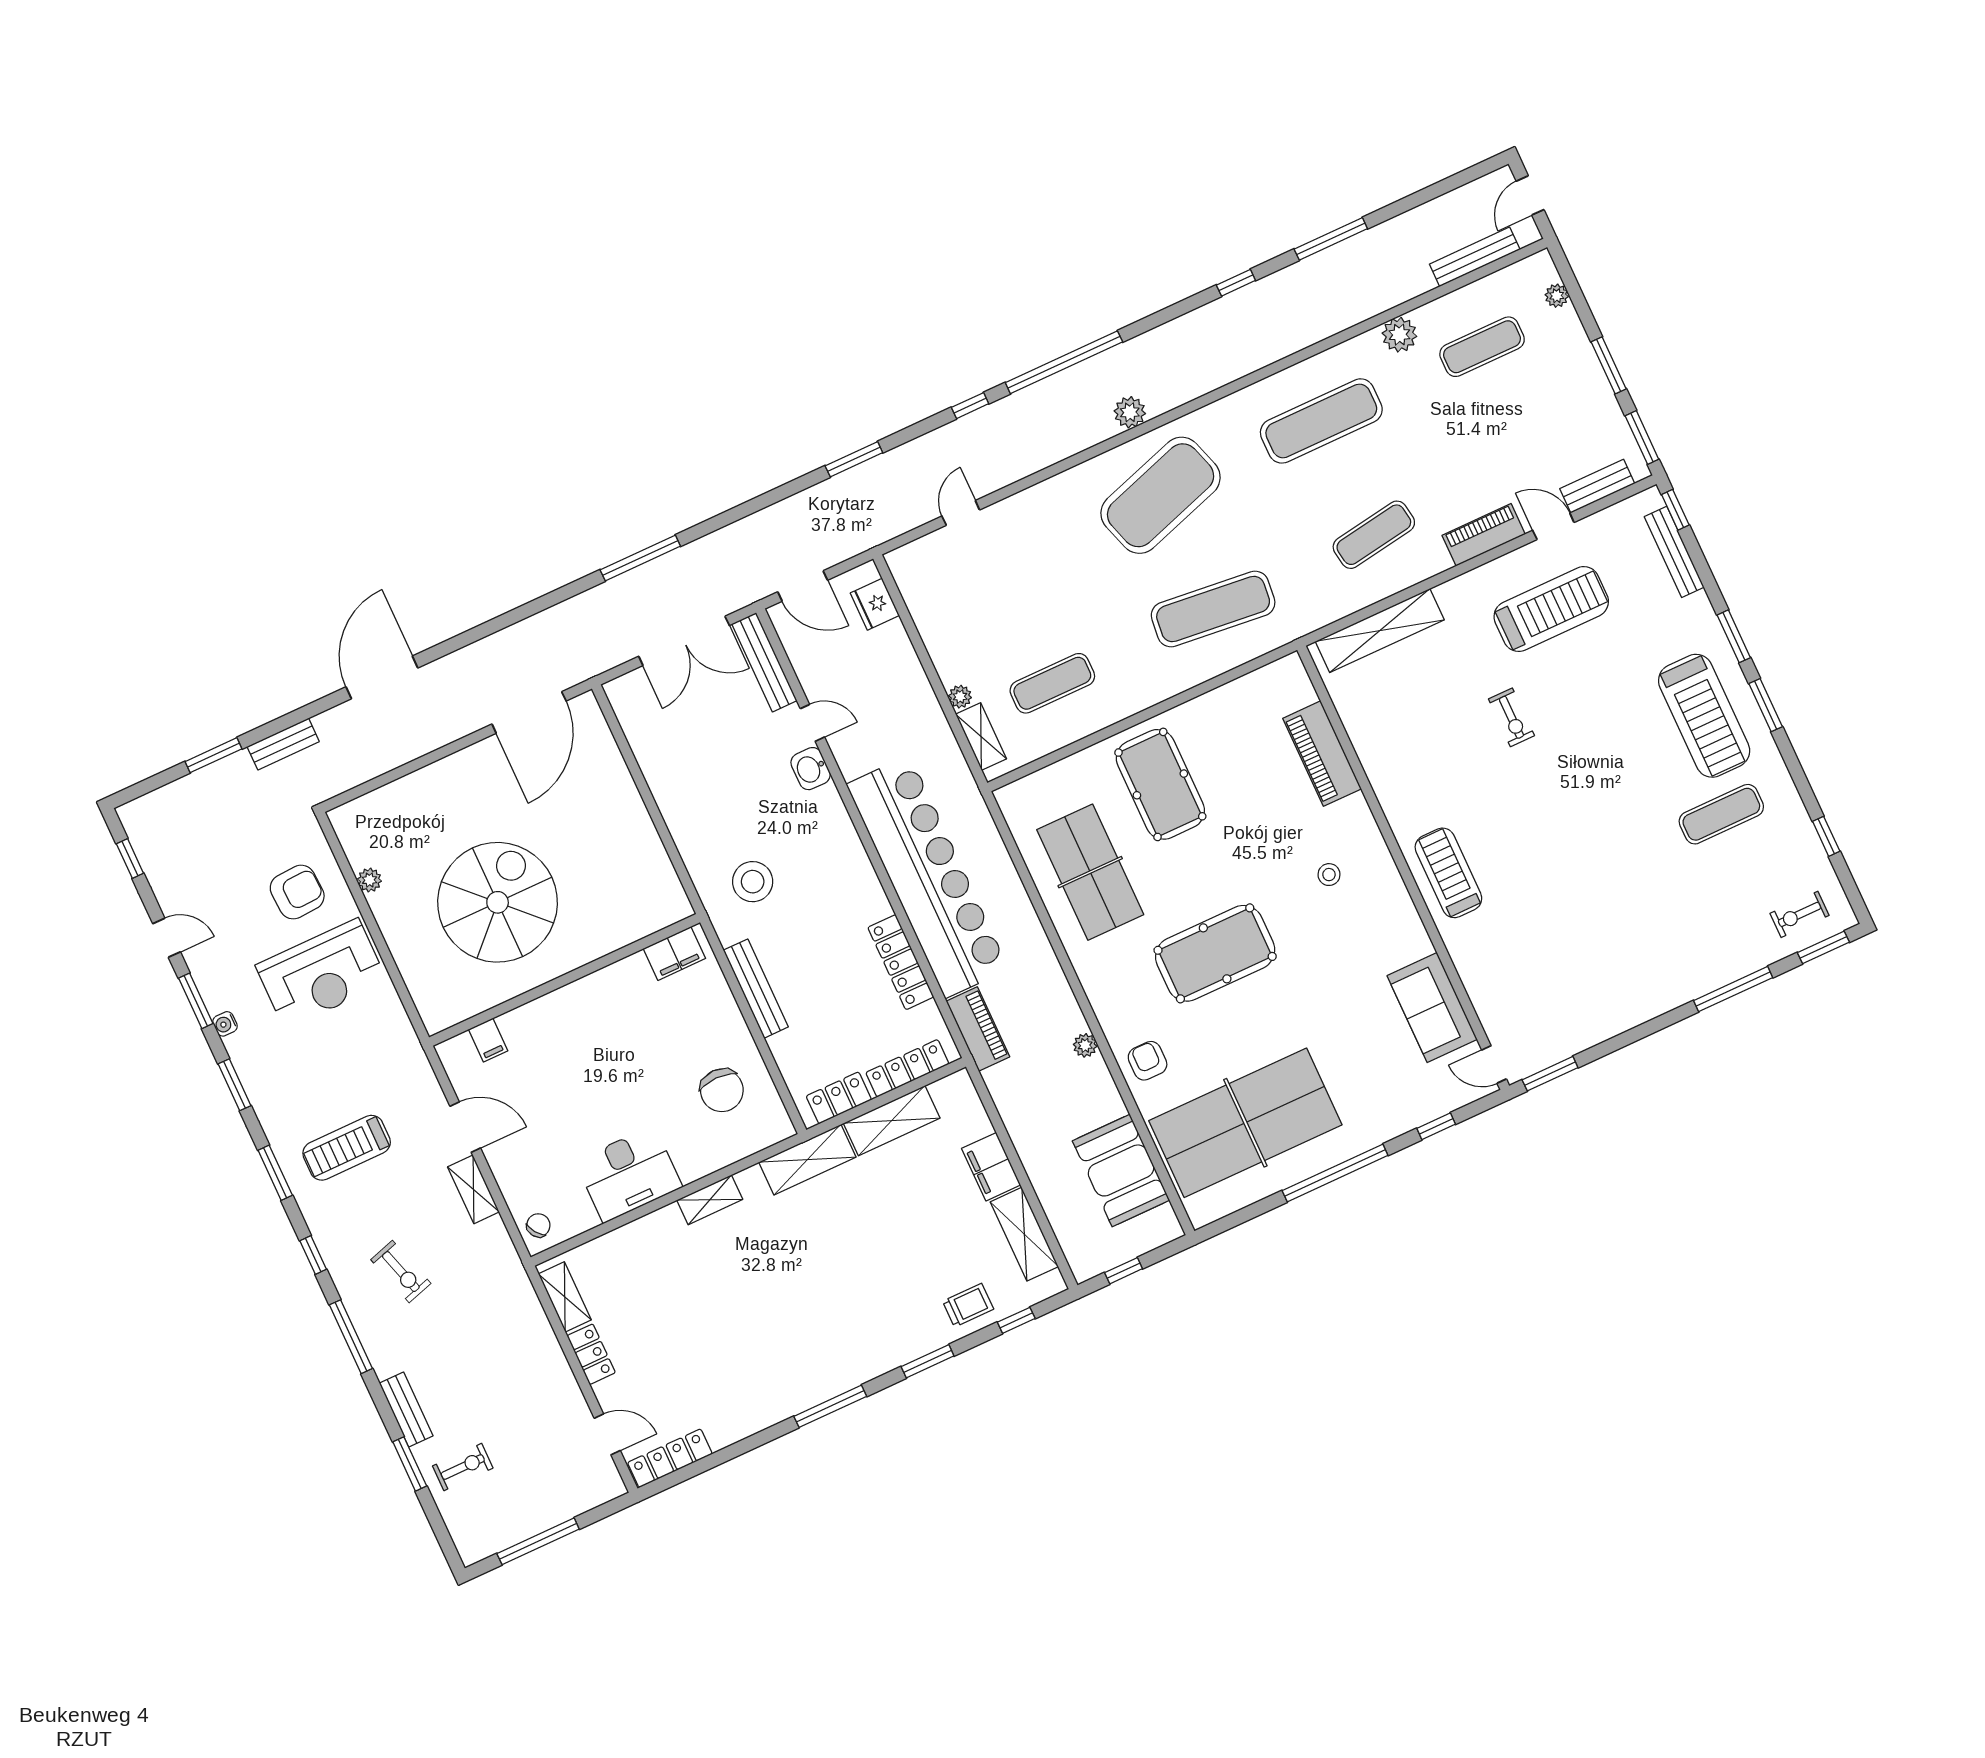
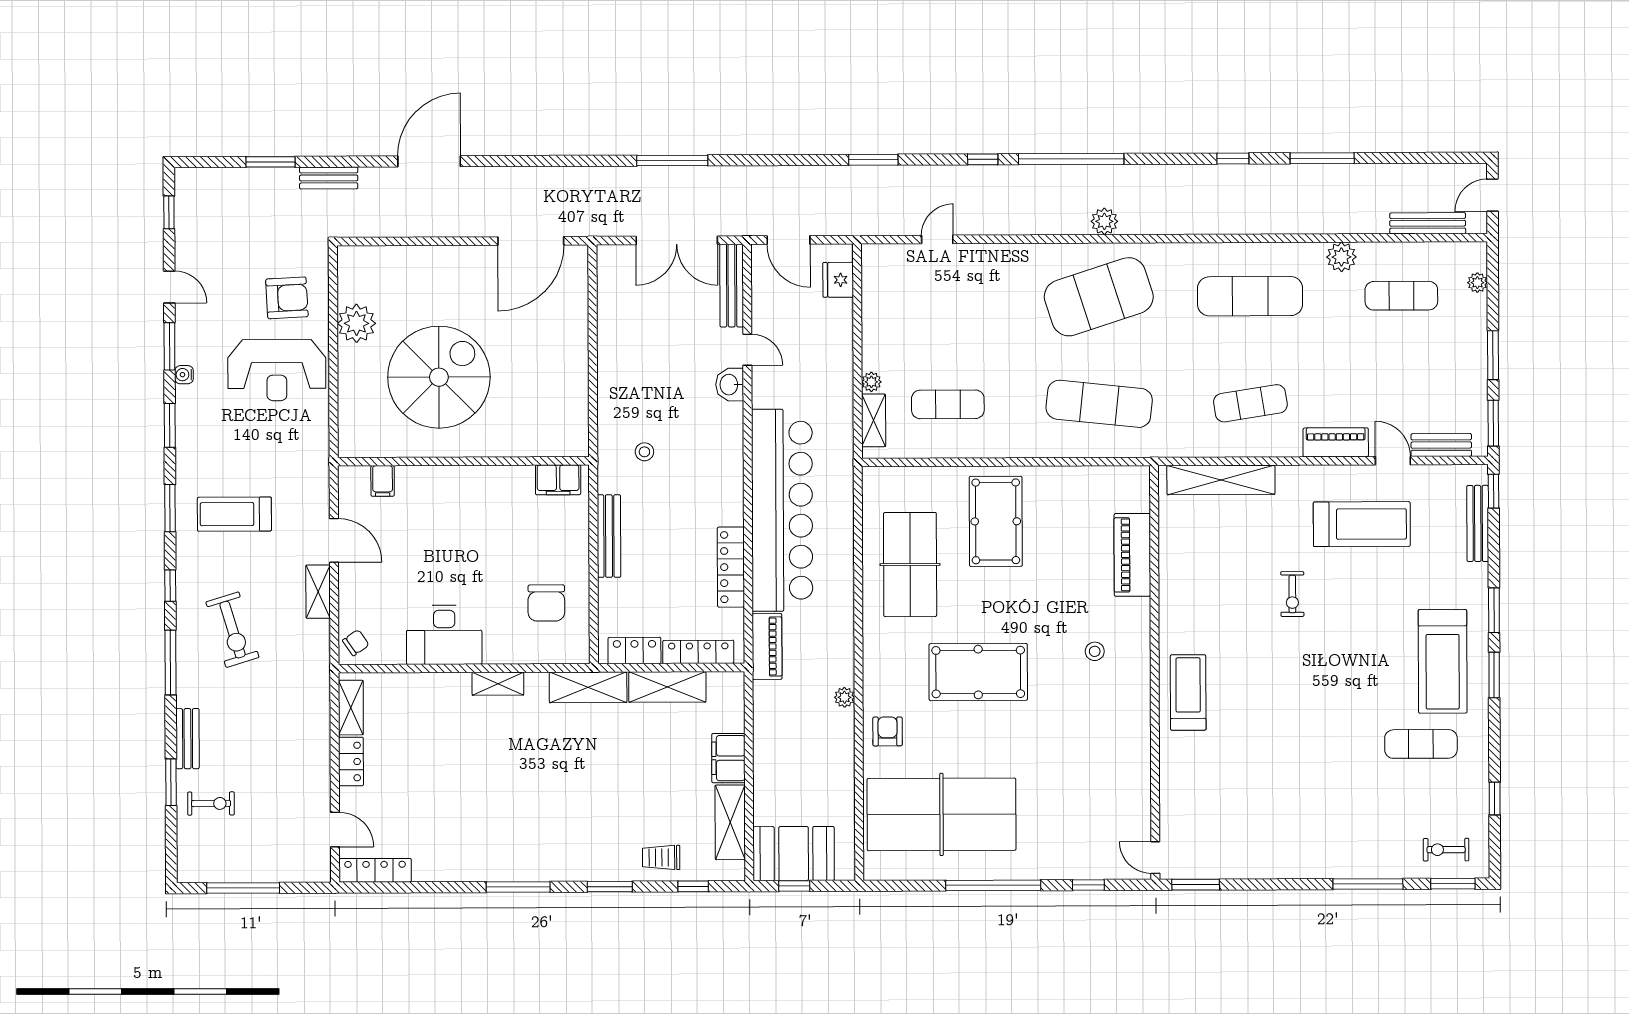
plant: (370, 880) -> (356, 323), width x1.88, depth x1.88
stool: (753, 882) -> (644, 452), width x0.53, depth x0.53
sofa: (1432, 1008) -> (1128, 791), removed
booth: (1121, 1170) -> (794, 854), moved, turned 90
exercise bike: (401, 1272) -> (232, 630), width x1.38, depth x1.39
trolley: (968, 1305) -> (661, 857), turned 180

